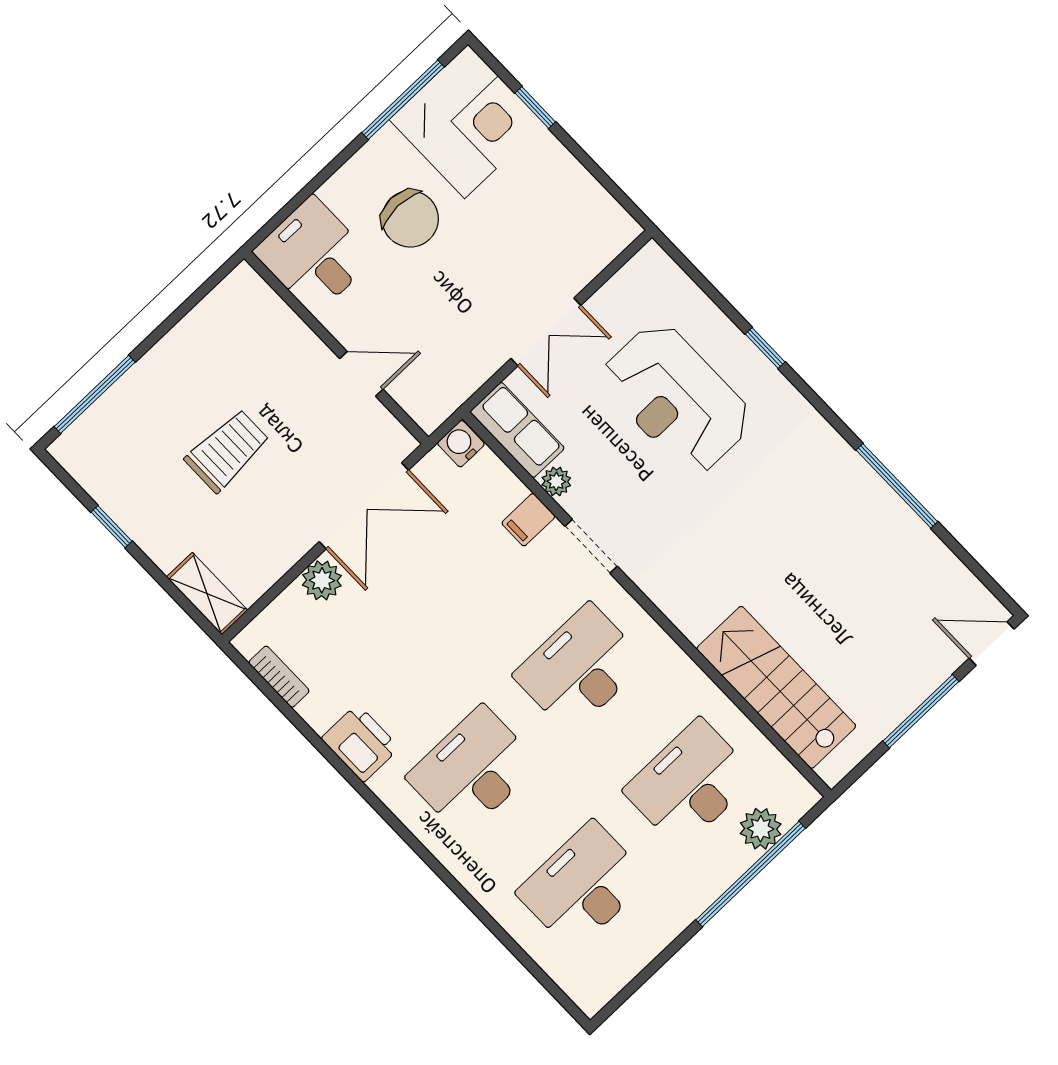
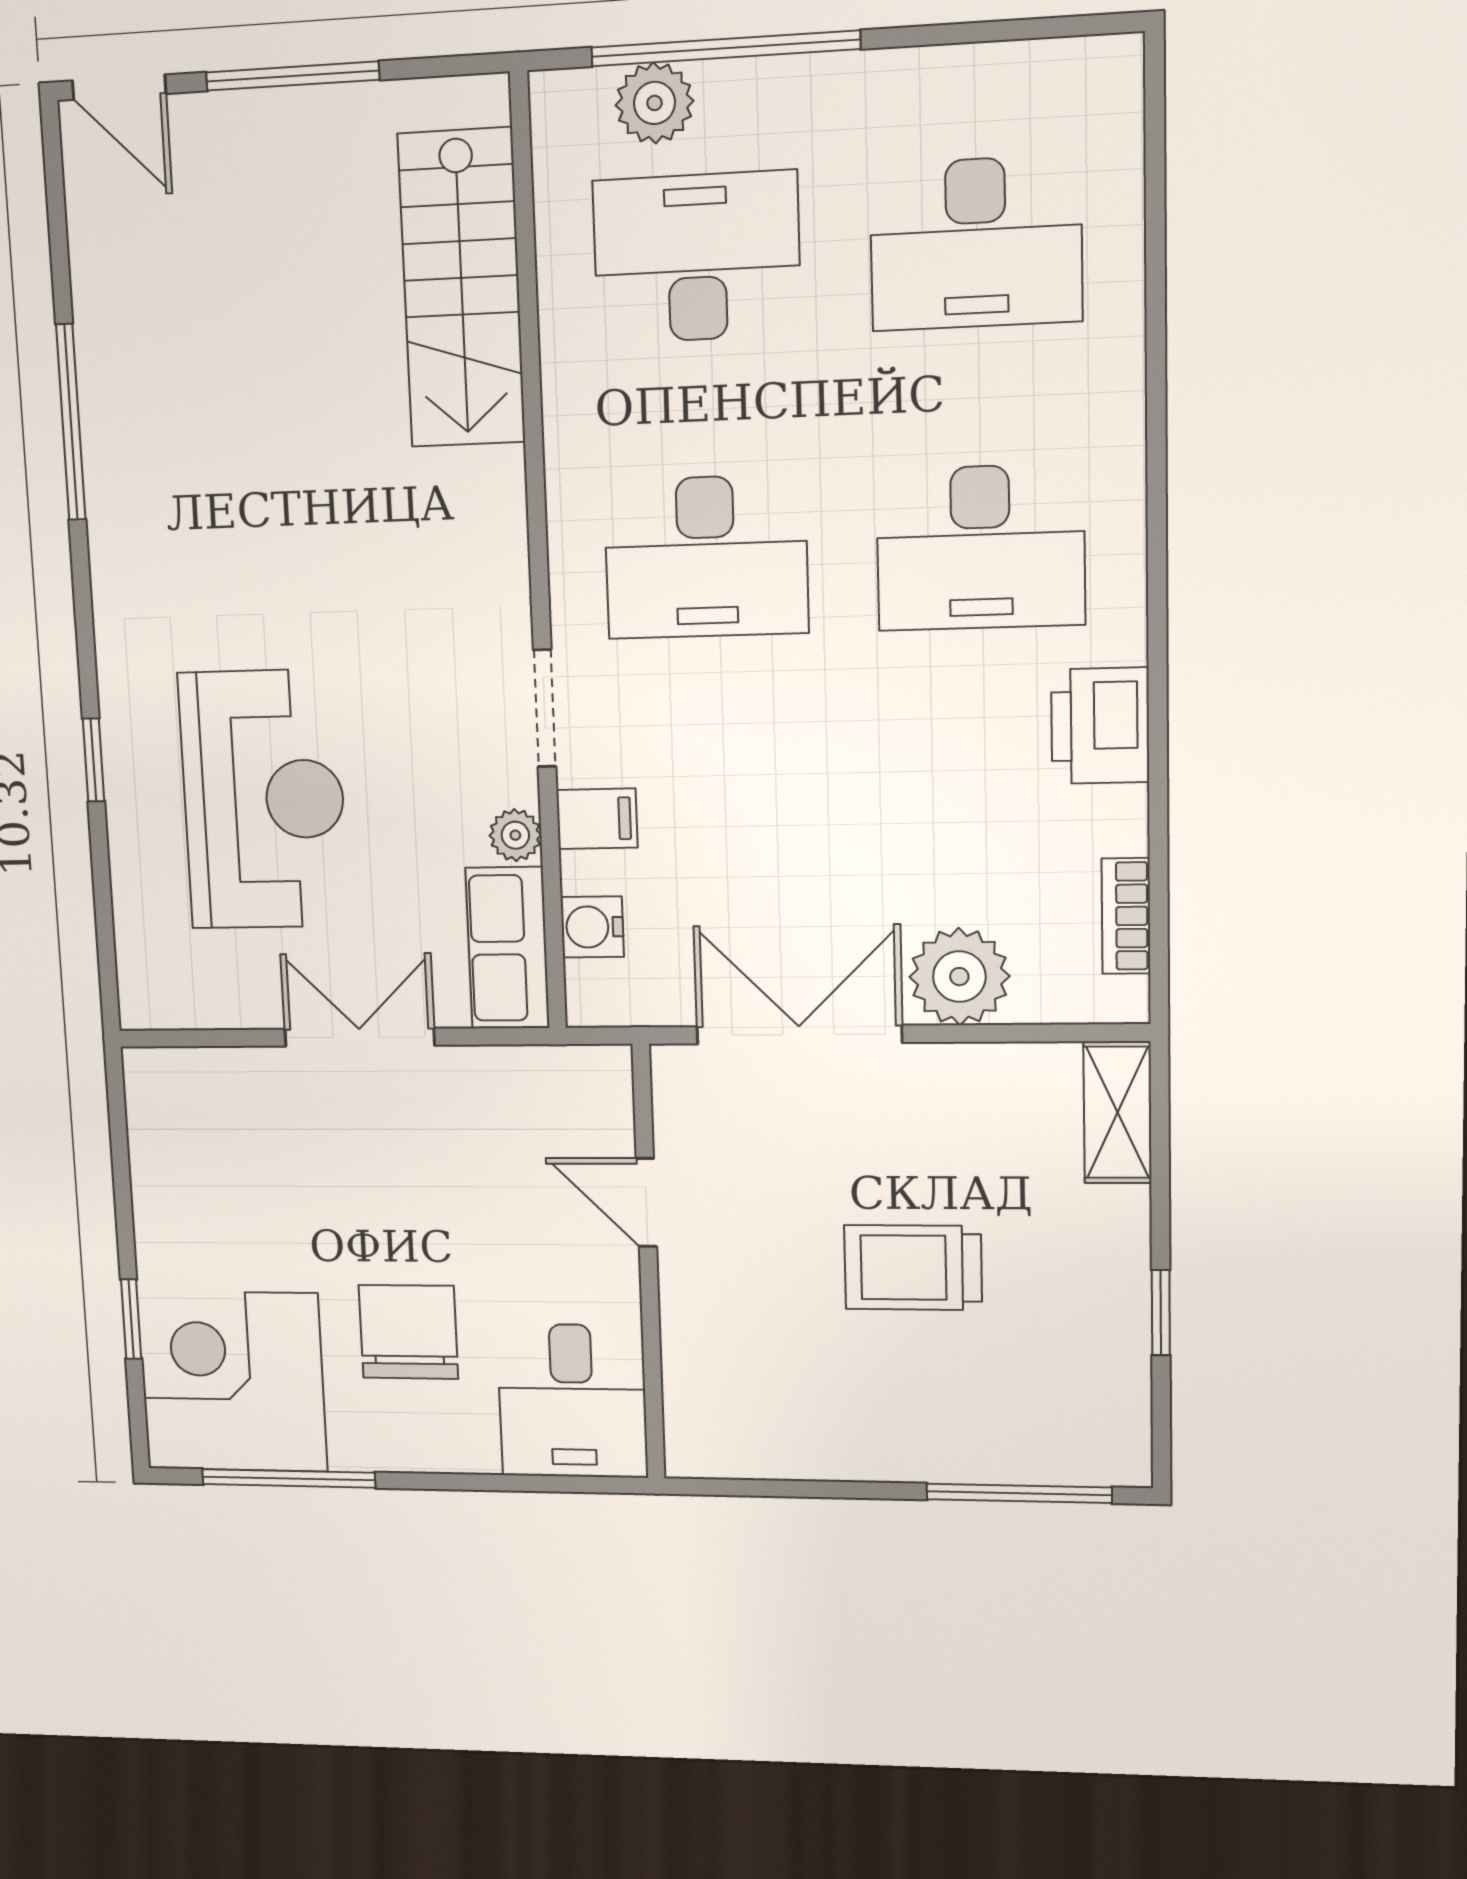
water cooler: (461, 444) -> (592, 927), moved, turned 90
plant: (322, 580) -> (959, 977), width x1.36, depth x1.36
desk: (690, 784) -> (697, 258), turned 180

